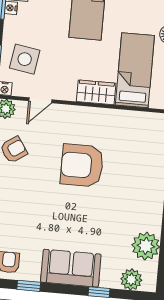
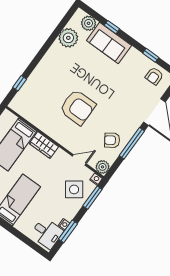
side table: (25, 59) -> (74, 189), turned 45
sofa: (71, 268) -> (109, 43), moved

